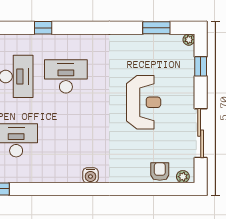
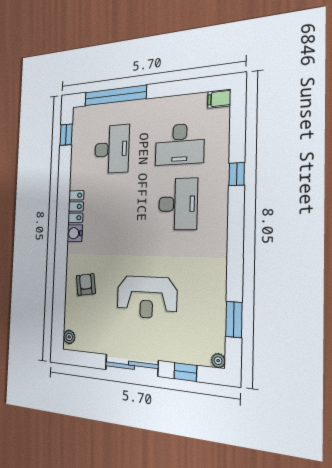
sliding door: (201, 133) -> (131, 365), moved
armchair: (160, 172) -> (86, 285), moved, turned -98
locker: (66, 175) -> (76, 207), added

